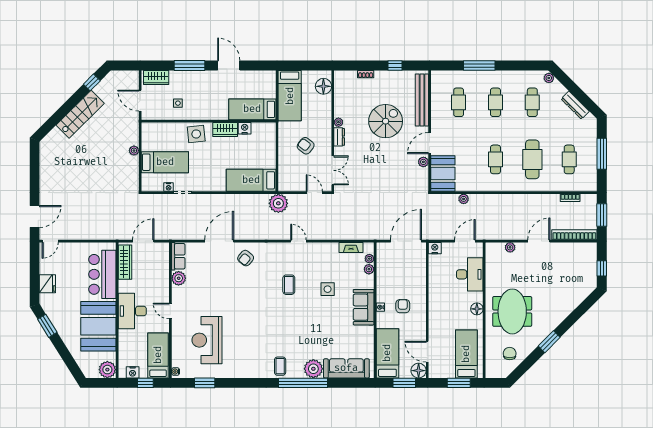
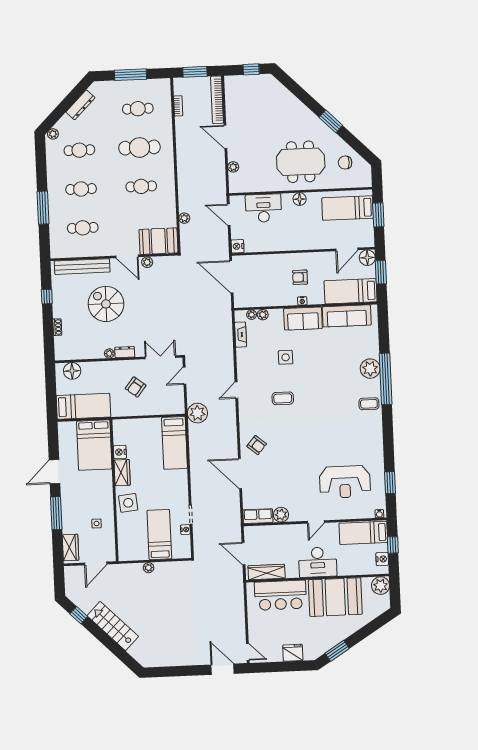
bed: (252, 109) -> (94, 445), width x1.50
sofa: (346, 368) -> (347, 316), moved, turned -90

